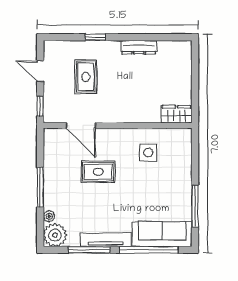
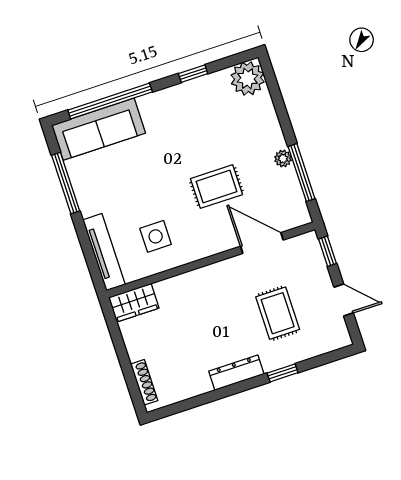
dresser: (139, 47) -> (236, 373), moved
shoe rack: (187, 61) -> (144, 382), added
window: (40, 187) -> (302, 173), moved
plant: (49, 216) -> (283, 159), moved
tv unit: (106, 240) -> (104, 252), moved, turned -90
window: (89, 250) -> (193, 74), width x0.46

